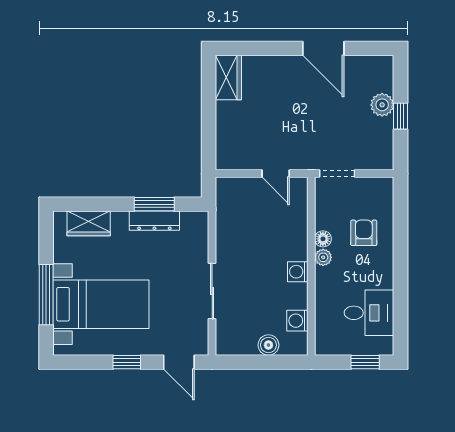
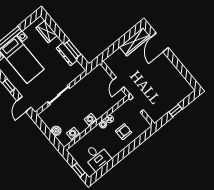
door: (323, 48) -> (160, 43), moved
wardrobe: (228, 77) -> (135, 42), width x1.50
plant: (382, 105) -> (174, 101), removed

